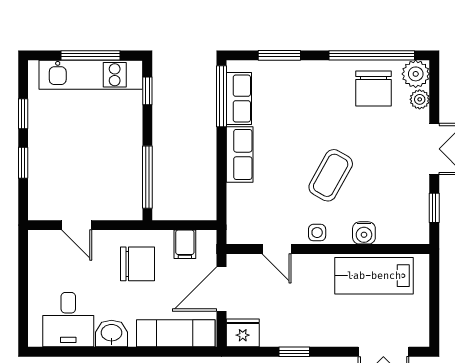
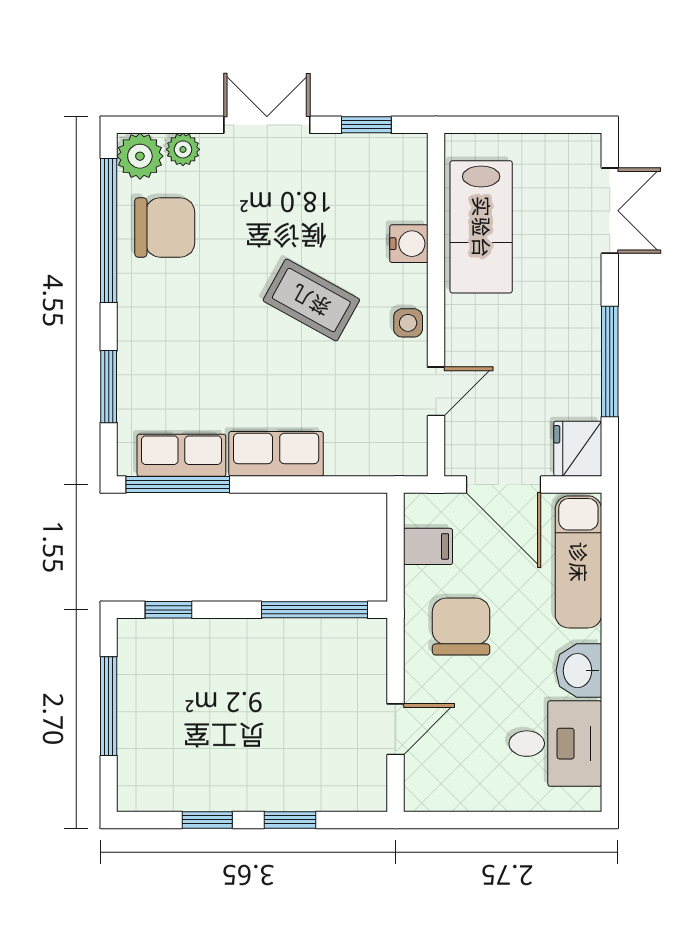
kitchen unit: (91, 75) -> (141, 705), removed
window: (294, 352) -> (610, 362), width x2.17

